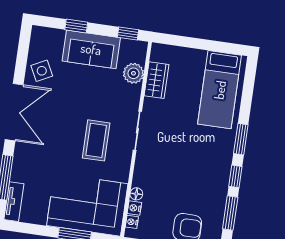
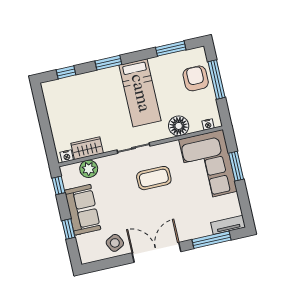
bed: (220, 90) -> (140, 93), moved, turned 90
window: (235, 176) -> (66, 72), moved
floor lamp: (136, 194) -> (179, 126), width x1.89, depth x1.89
nightstand: (134, 208) -> (67, 156), moved

